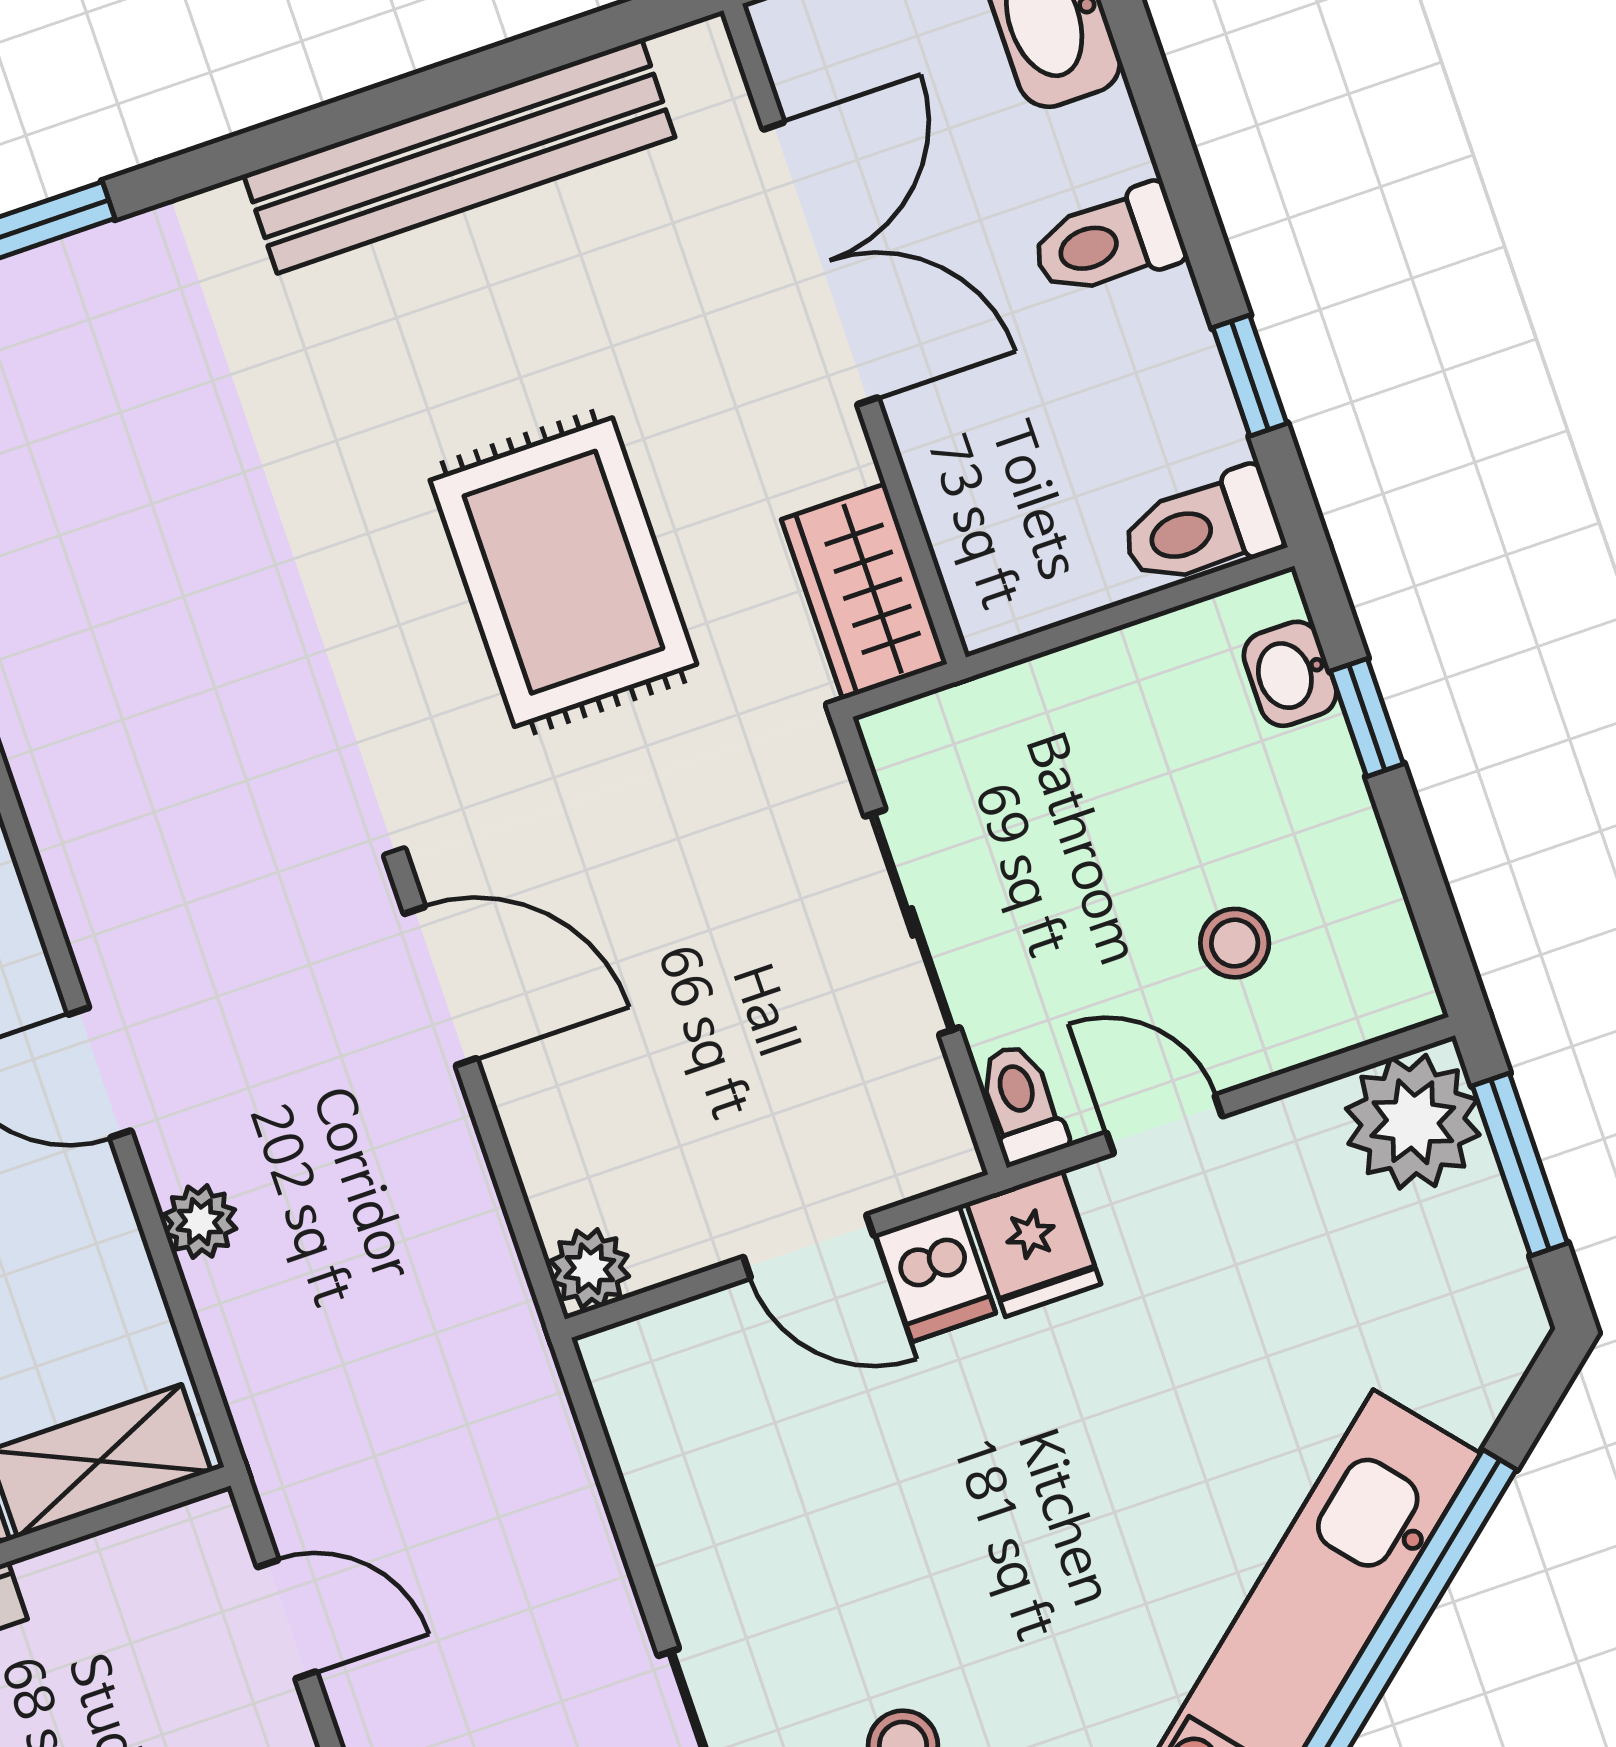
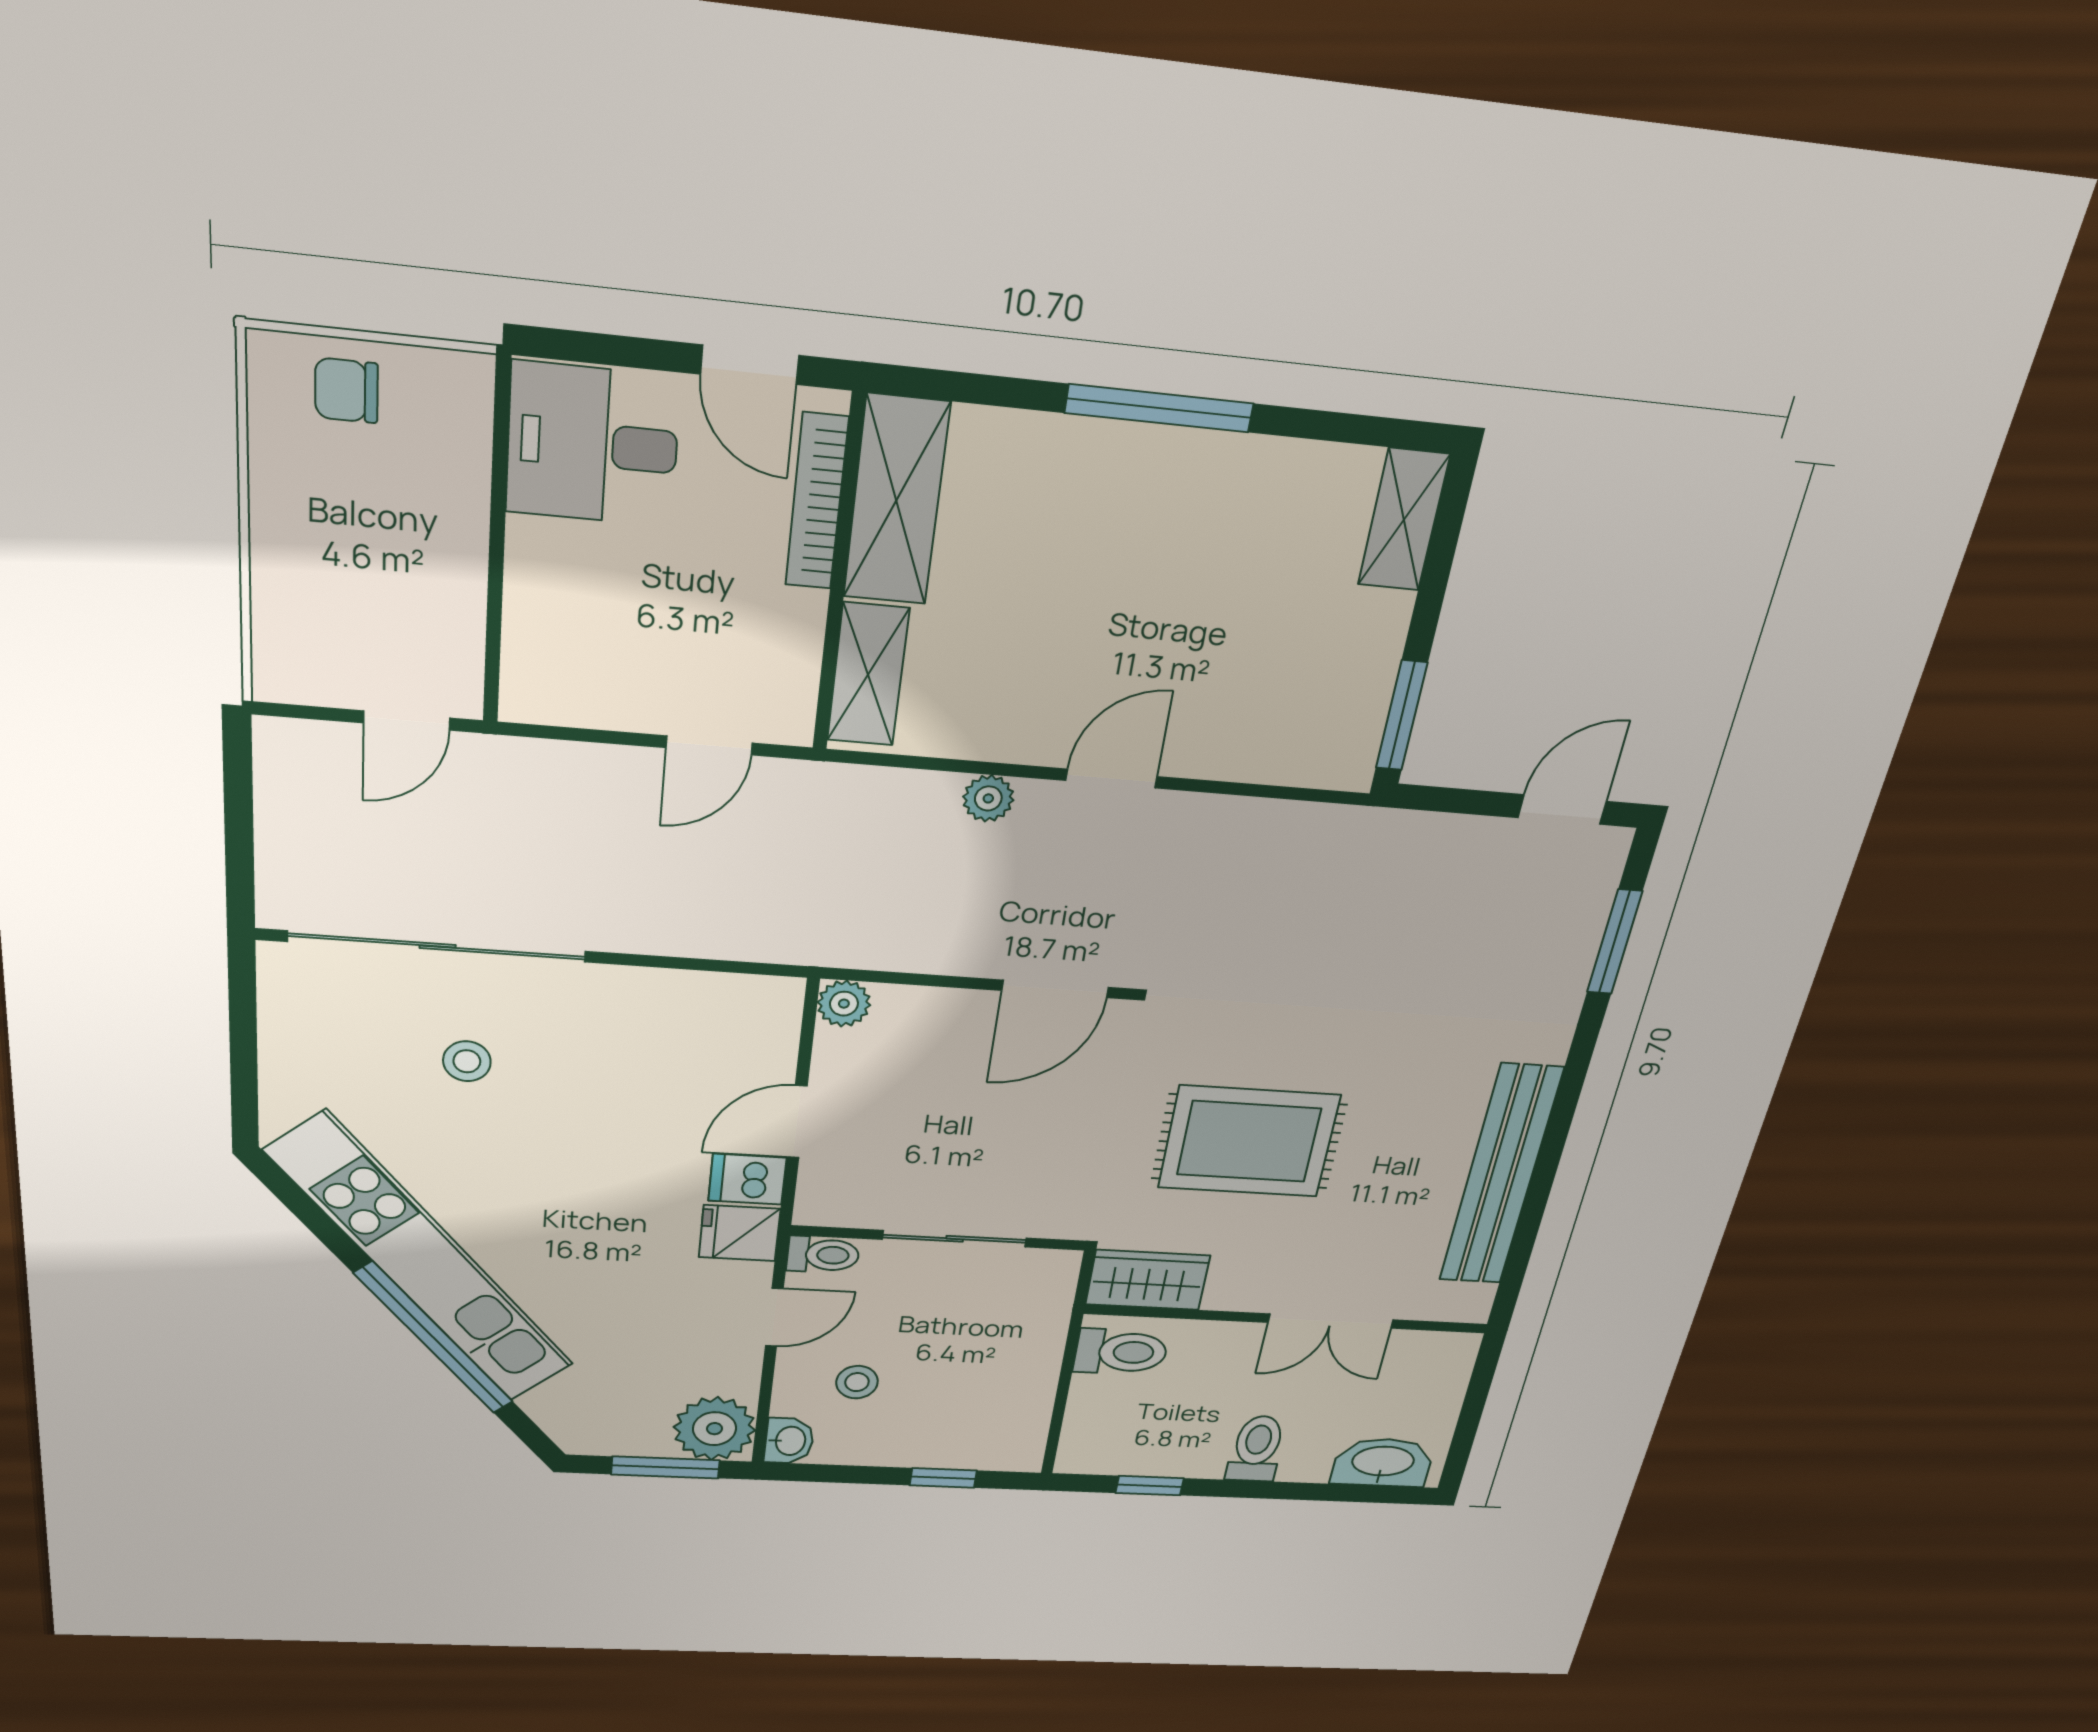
double door: (821, 263) -> (1331, 1321), width x0.73
toilet: (1201, 528) -> (1121, 1352), moved, turned 90
washbasin: (1290, 674) -> (789, 1441), moved, turned 90

